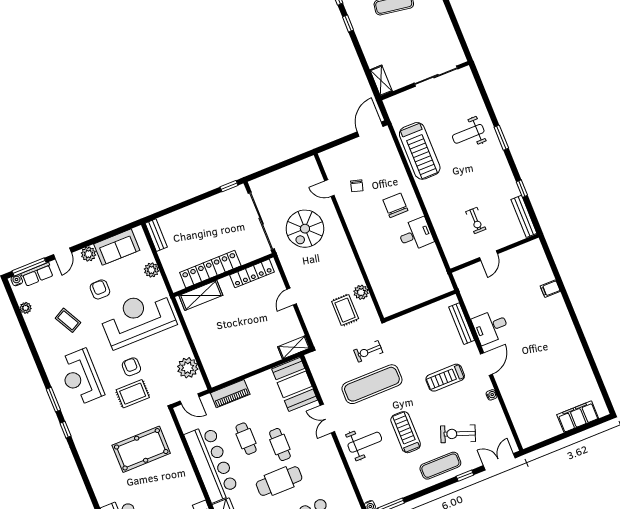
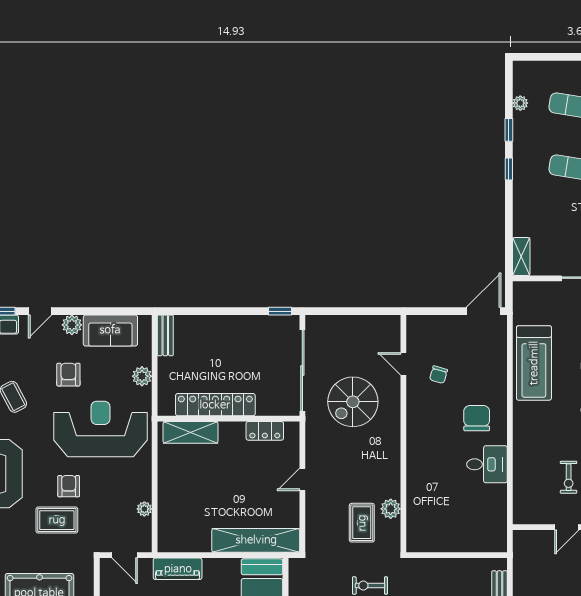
locker: (252, 273) -> (265, 431), width x0.66
shelving: (294, 347) -> (256, 540), width x2.20, depth x1.33
plant: (188, 368) -> (144, 509), width x0.53, depth x0.53

